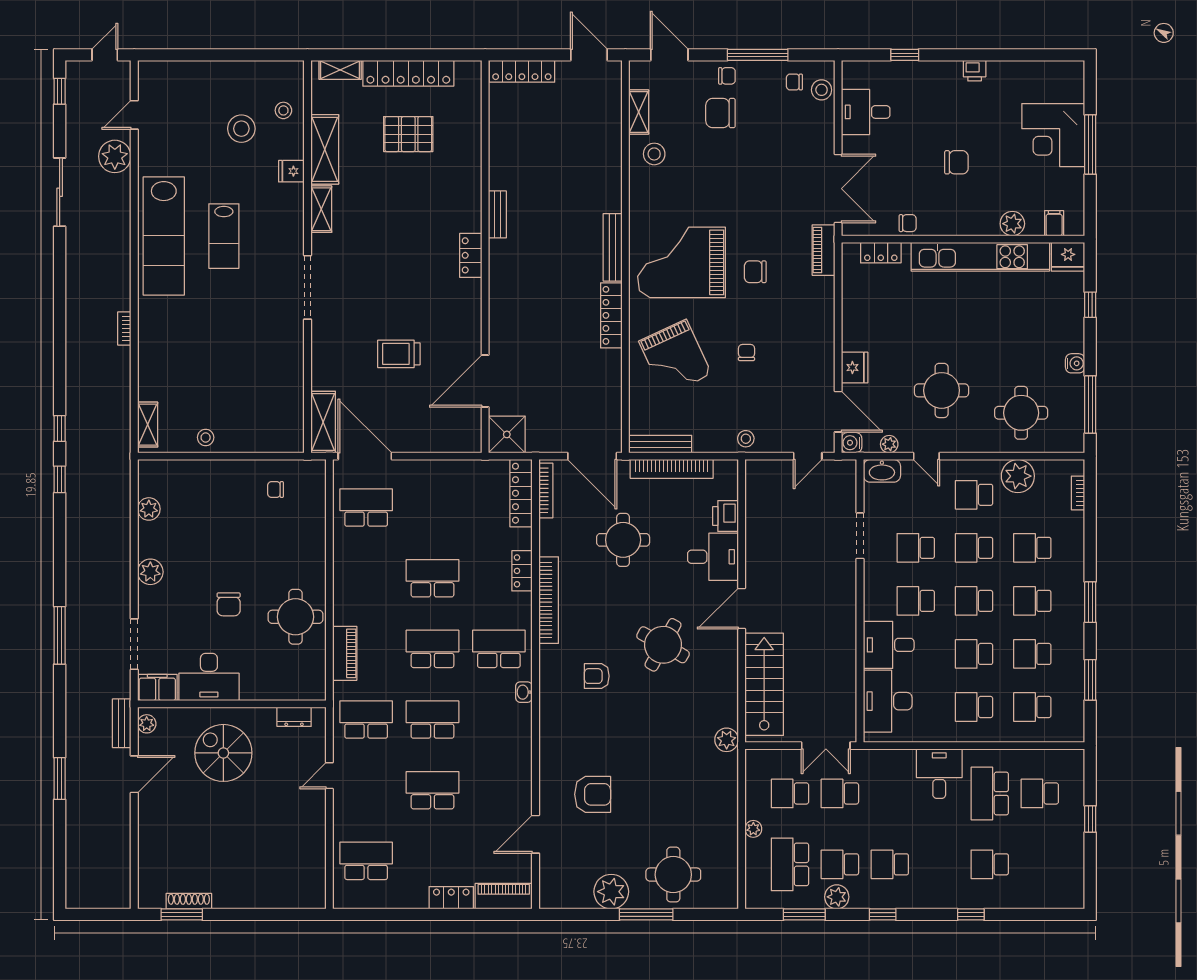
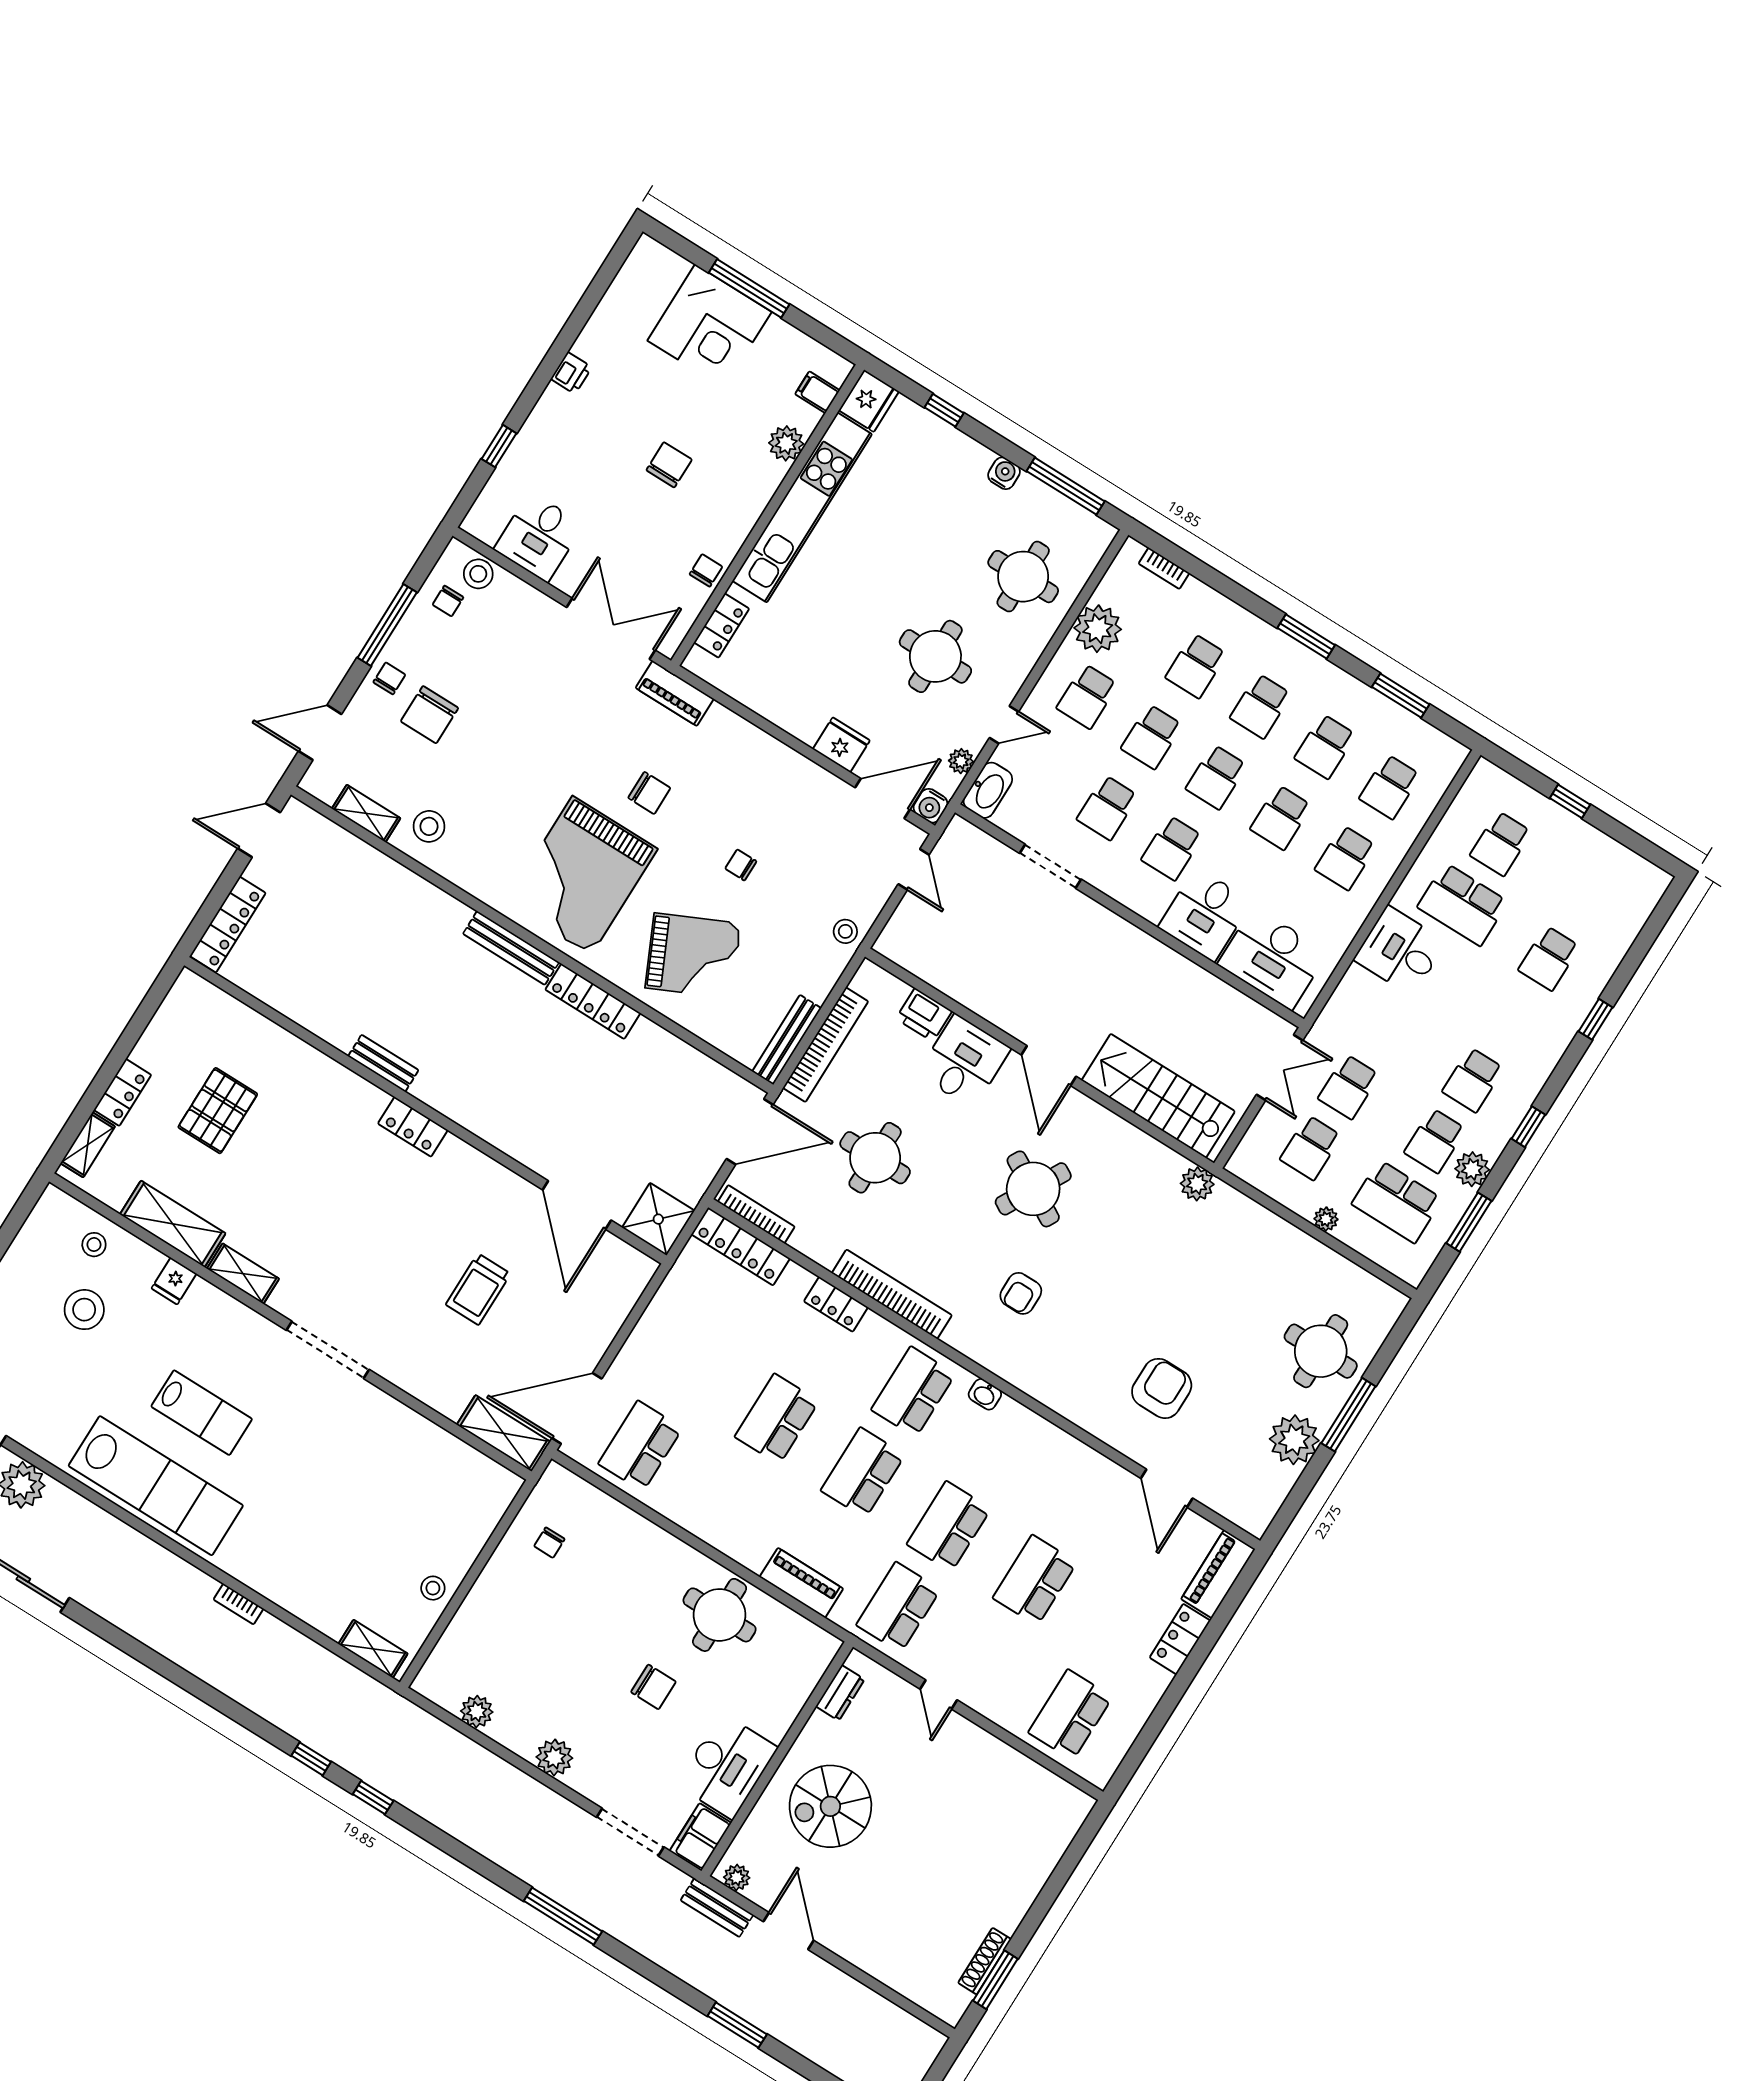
locker: (408, 73) -> (122, 1092), width x0.46, depth x0.83
chair: (755, 272) -> (649, 793), turned -90

